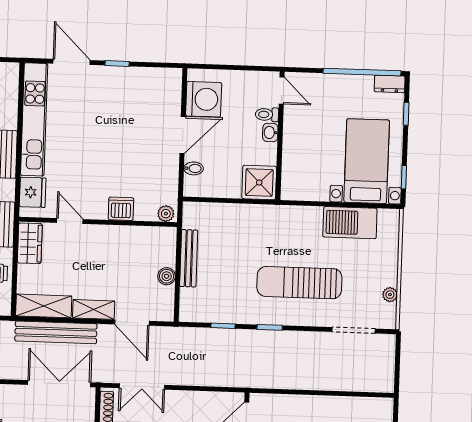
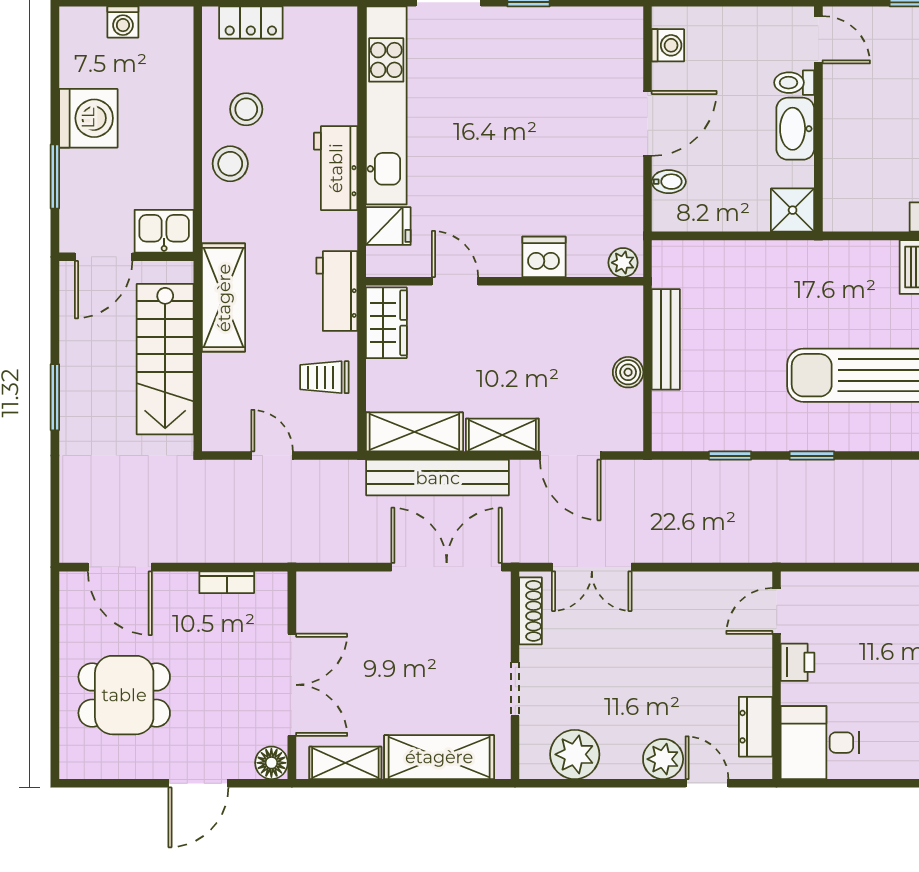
washing machine: (204, 99) -> (668, 45), width x0.53, depth x0.53
washbasin: (270, 132) -> (795, 129), width x1.91, depth x1.45
shower: (259, 182) -> (793, 210), width x0.73, depth x0.73
fridge: (33, 192) -> (388, 226), width x0.72

